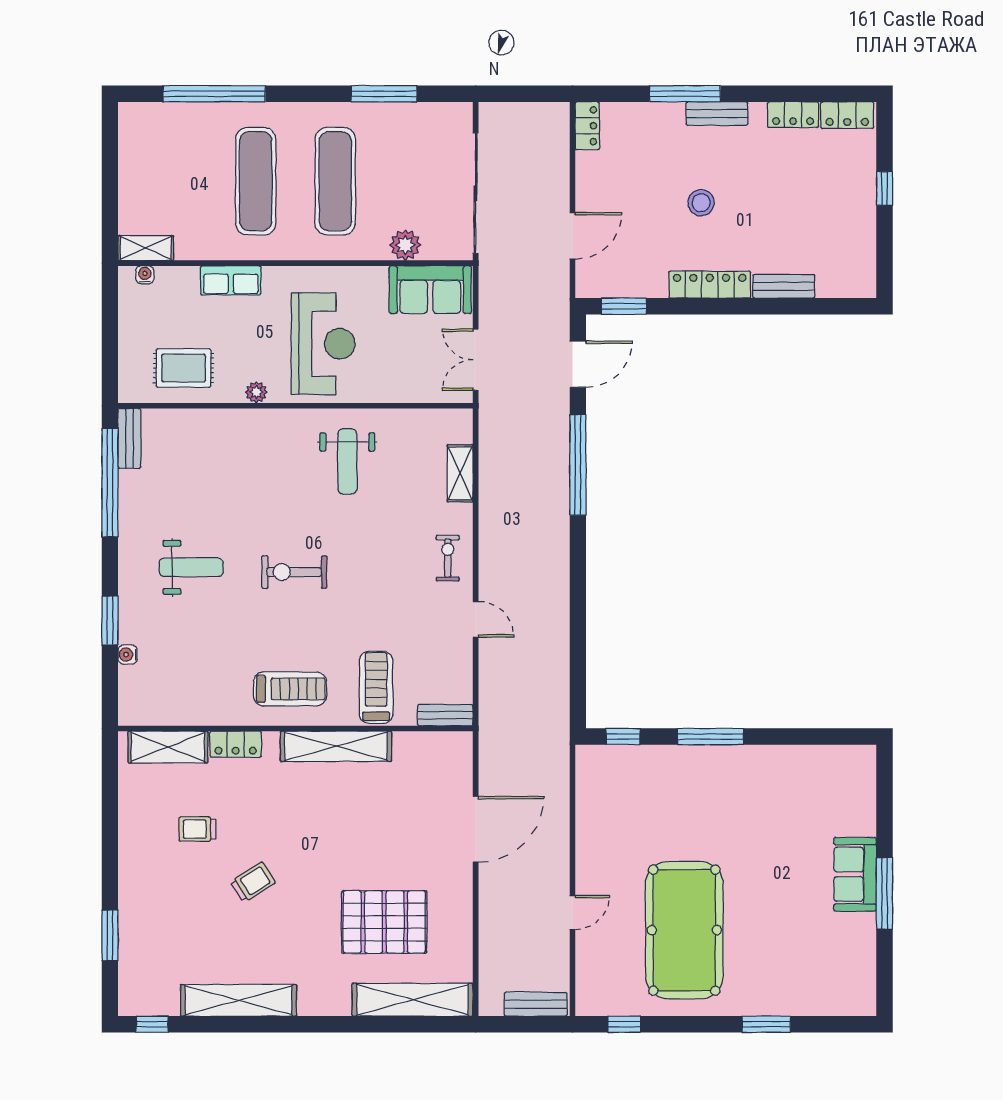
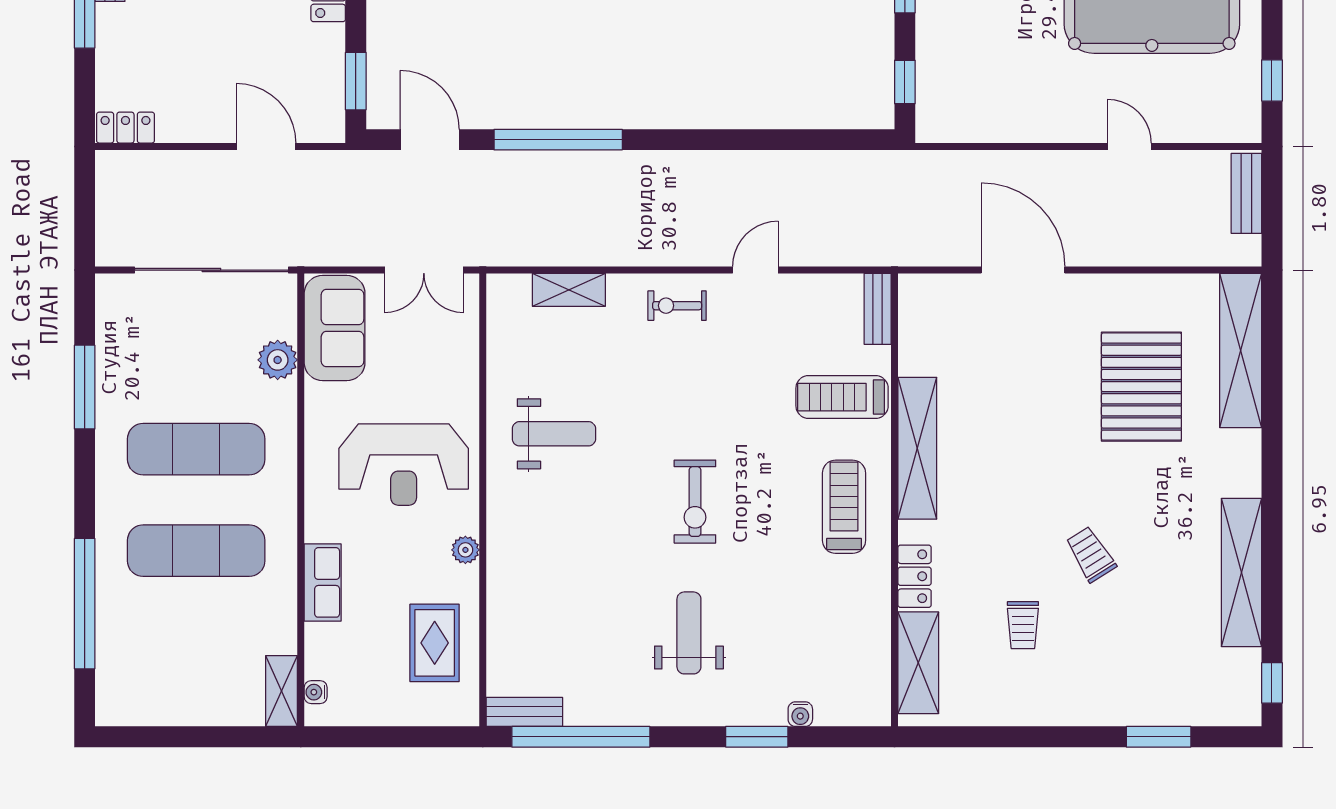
reception desk: (323, 344) -> (404, 465), turned 180

